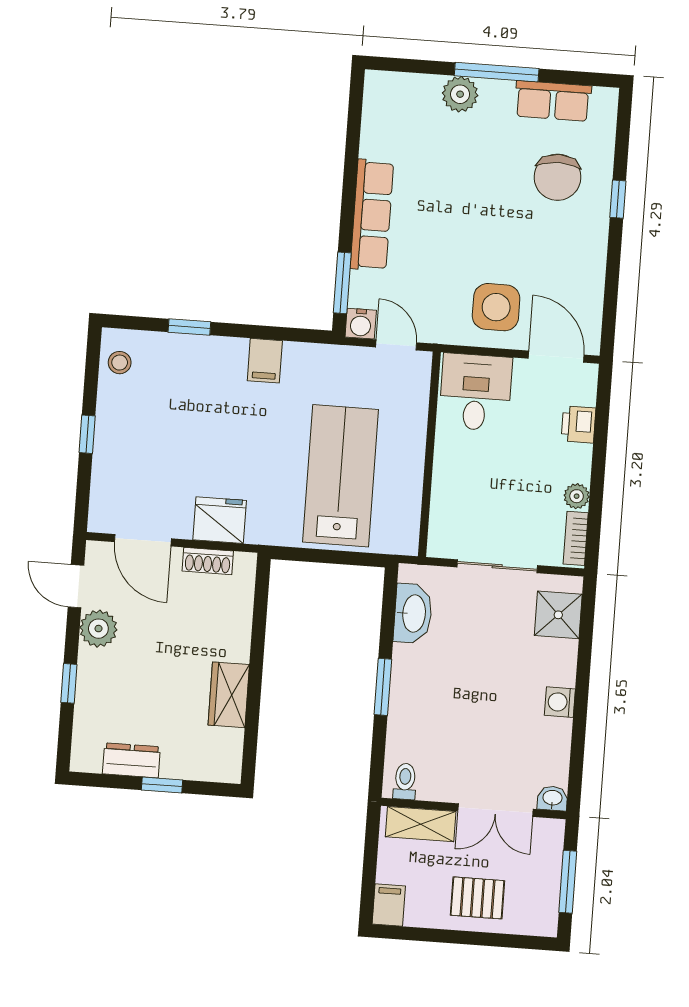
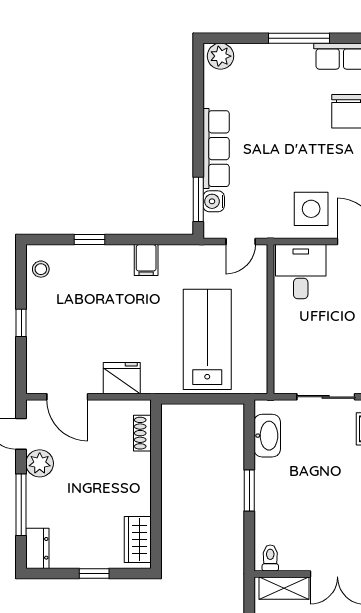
plant: (460, 94) -> (221, 56), moved
water cooler: (361, 324) -> (214, 201), moved, turned 90
door: (396, 345) -> (241, 242), swing flipped
shoe rack: (208, 561) -> (142, 433), moved, turned 90
window: (69, 683) -> (21, 505), width x2.17
wardrobe: (229, 695) -> (138, 540), moved
dresser: (131, 760) -> (37, 548), moved, turned 90

